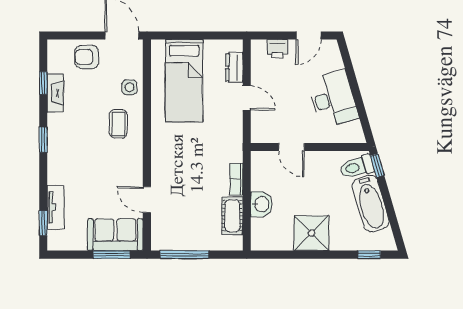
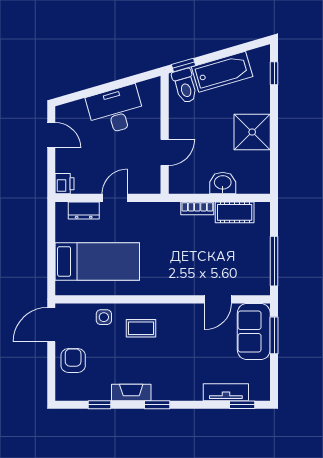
printer: (277, 49) -> (65, 184), moved
armchair: (87, 57) -> (73, 360), turned 180
fireplace: (55, 93) -> (131, 392), moved

